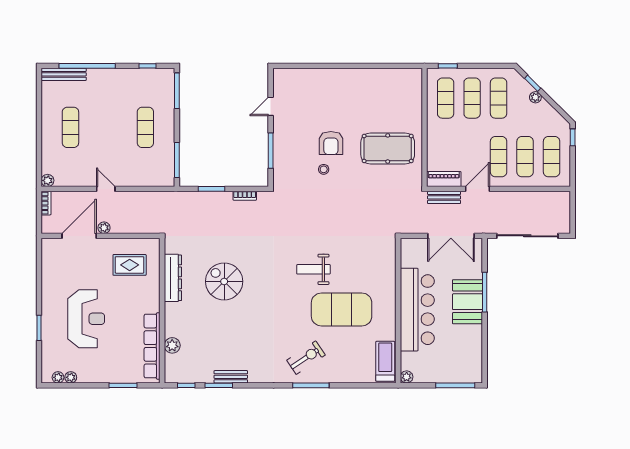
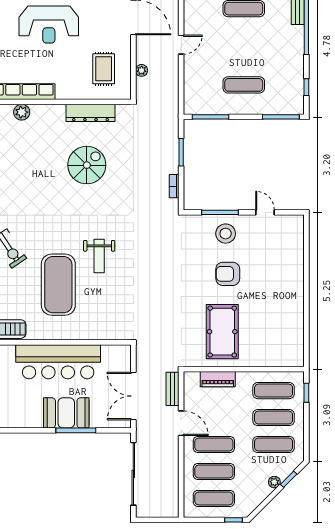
stool: (324, 169) -> (226, 234), moved, width x1.89, depth x1.89
piano: (444, 179) -> (218, 379), moved, turned 90
plant: (104, 228) -> (142, 70), moved
weight bench: (313, 269) -> (99, 256), turned 180

